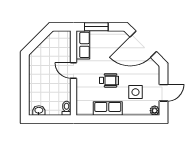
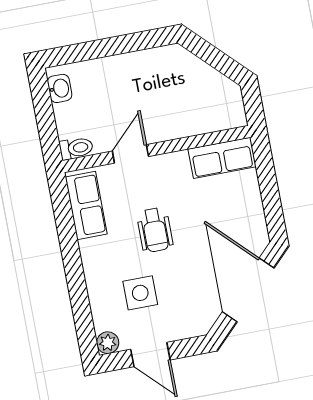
window: (96, 27) -> (267, 180), removed
door: (74, 71) -> (130, 154), moved
row of seats: (108, 109) -> (86, 205), moved

